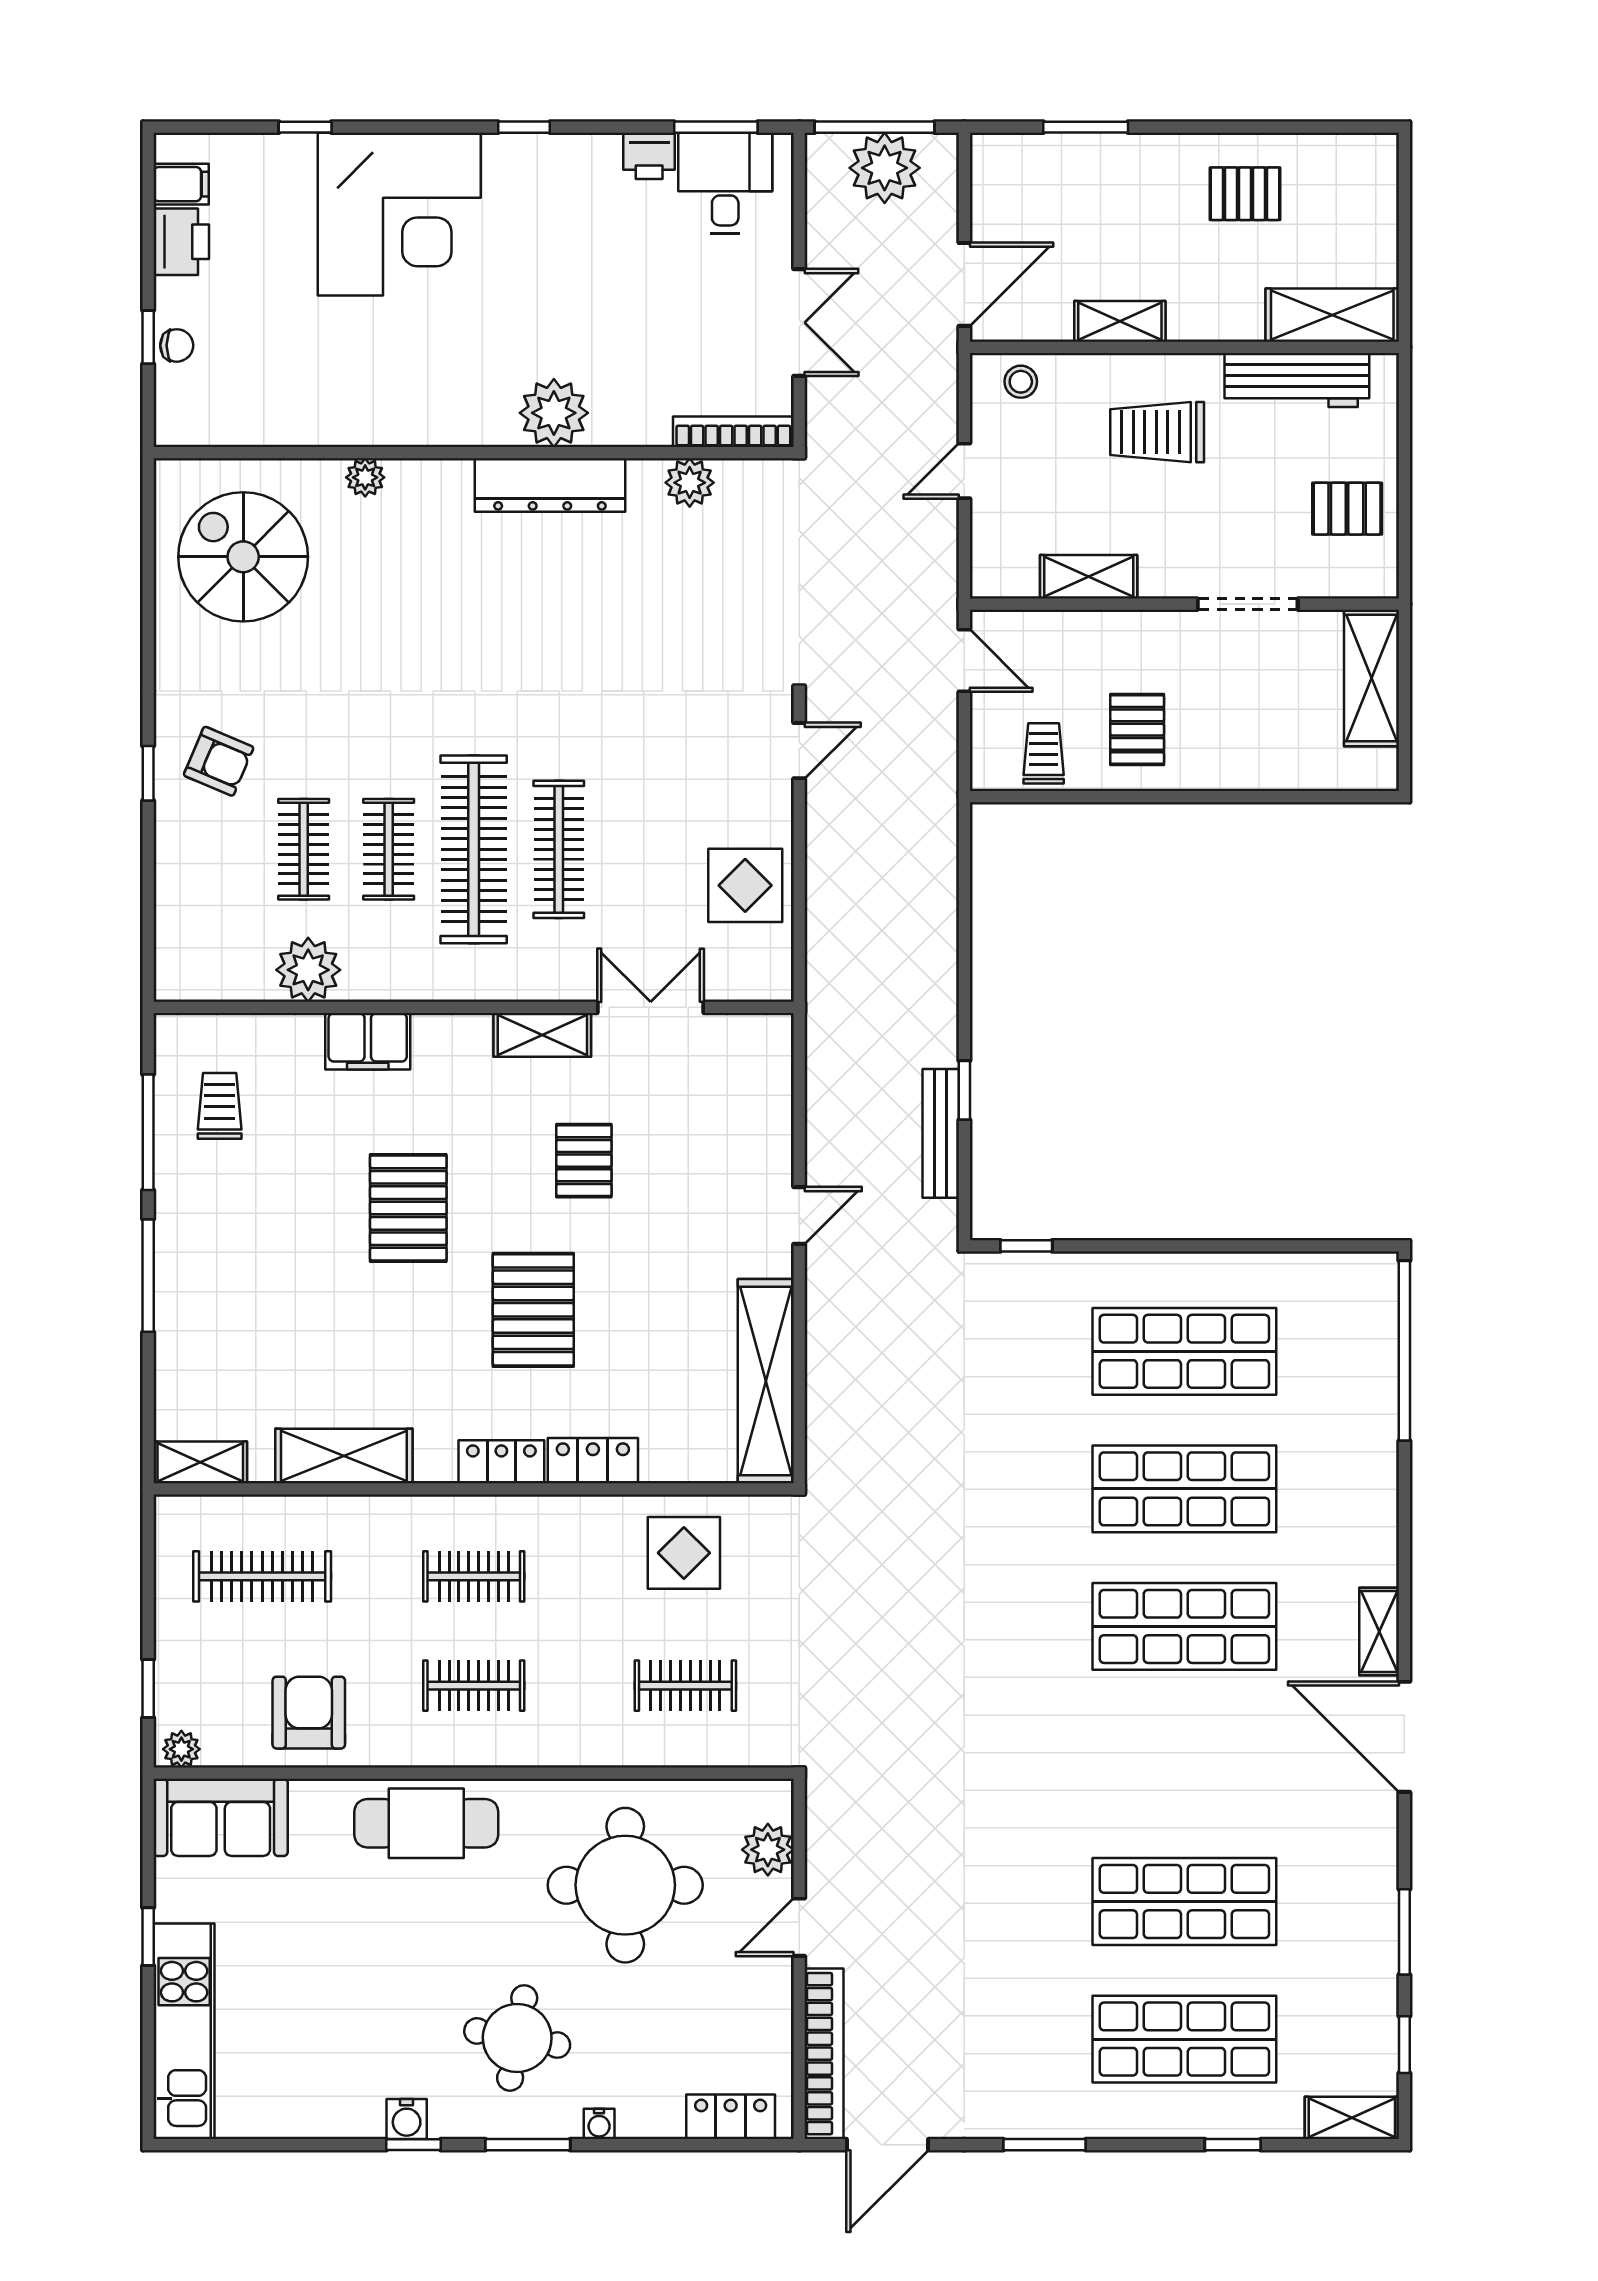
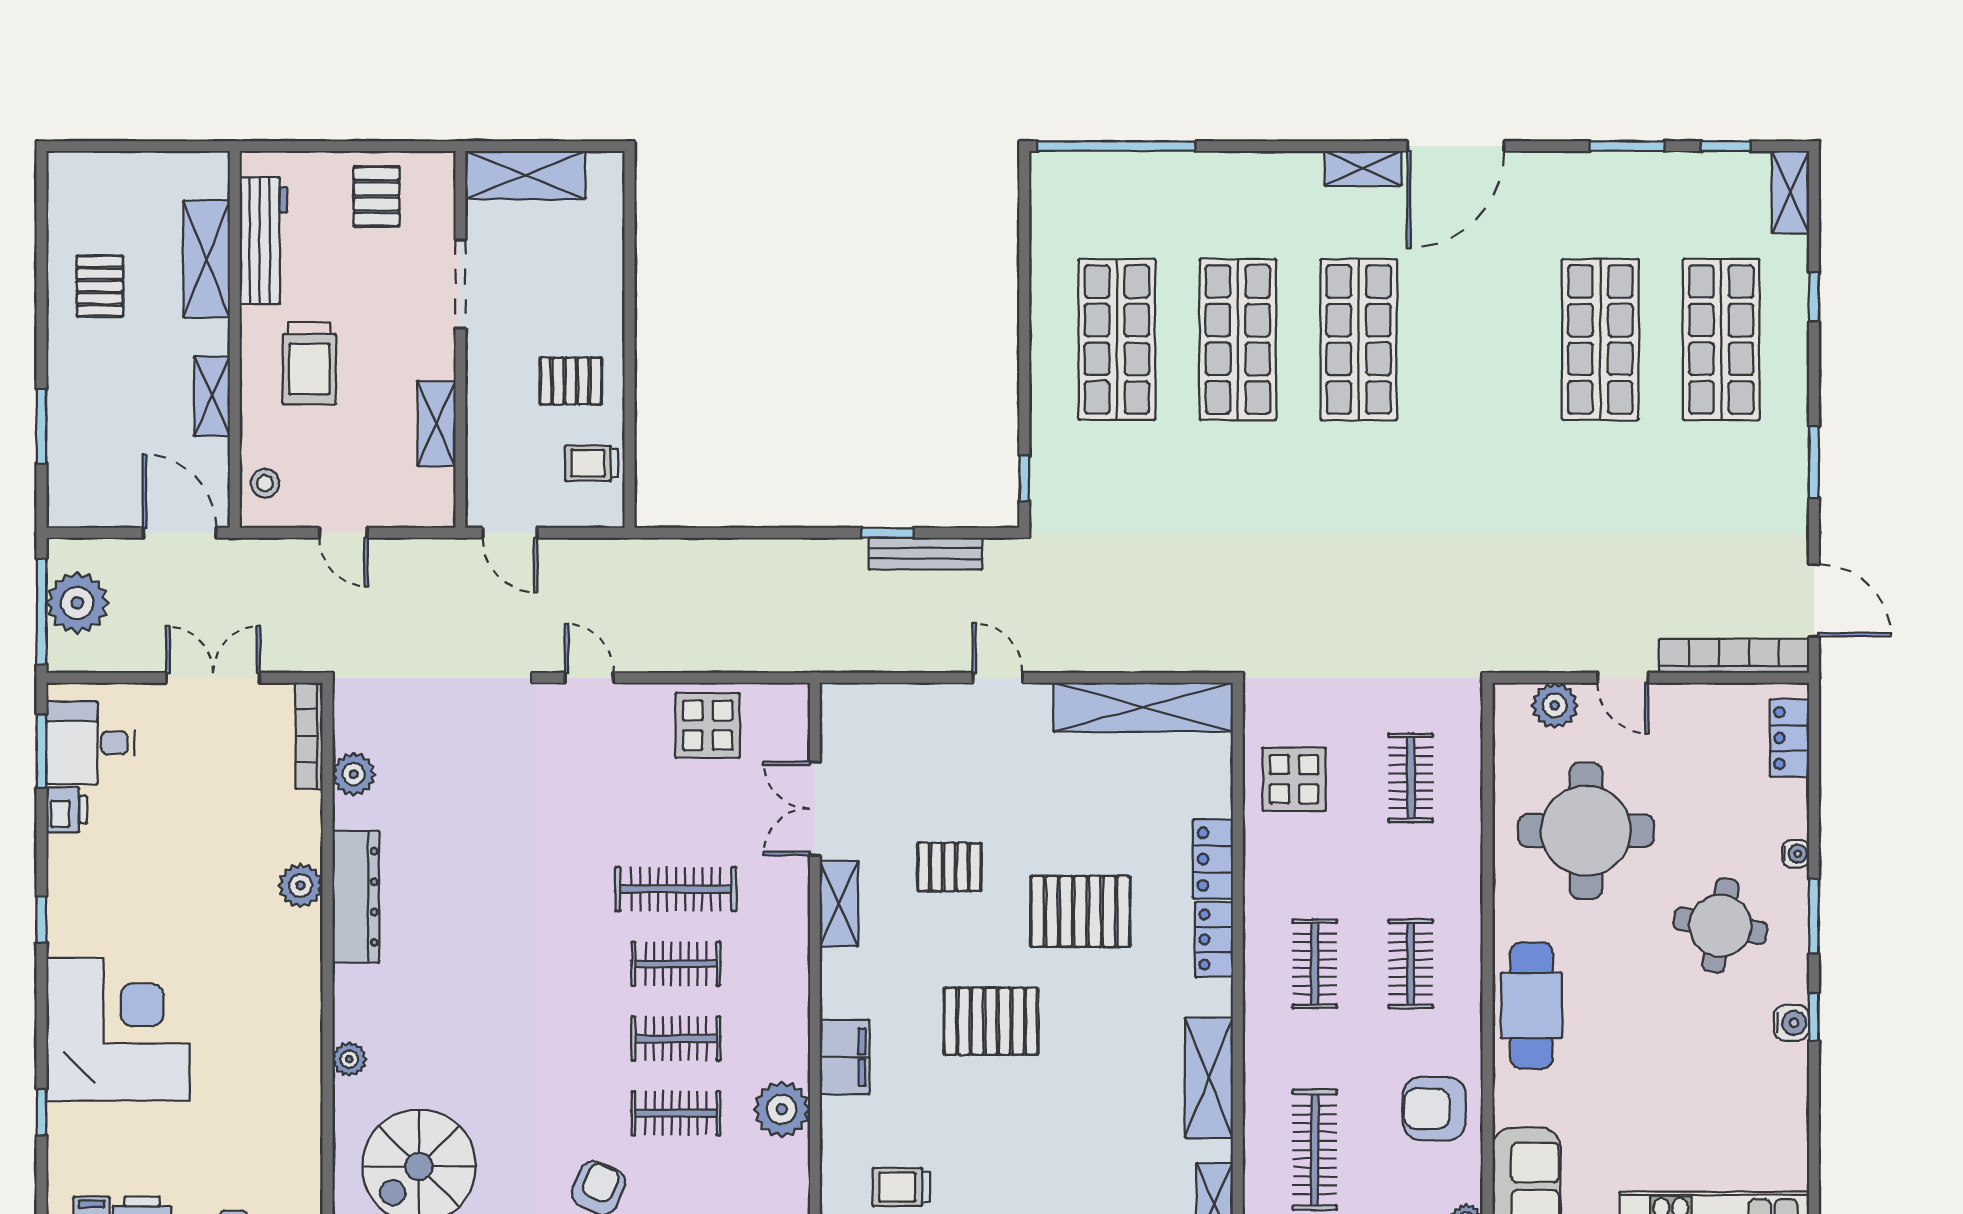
shelving: (1332, 315) -> (207, 259), moved
plant: (554, 413) -> (301, 885), width x0.73, depth x0.73
door: (964, 661) -> (510, 533), swing flipped
clothes rail: (474, 849) -> (676, 964), width x0.54, depth x0.76

